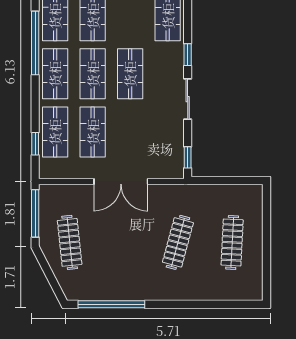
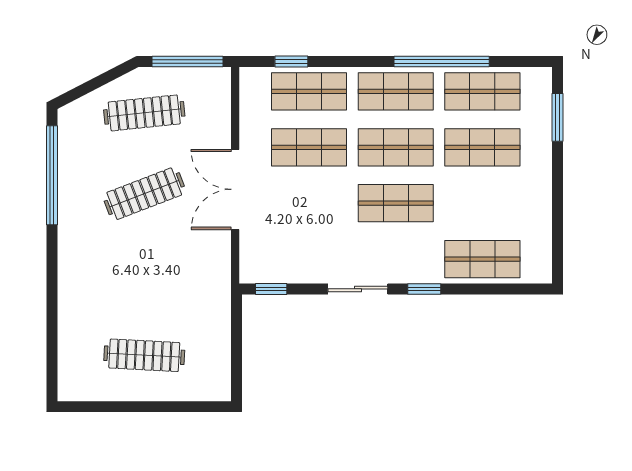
clothes rail: (178, 242) -> (144, 194), moved, turned -36

